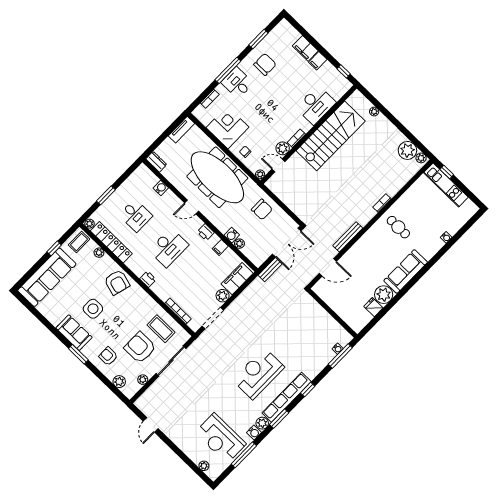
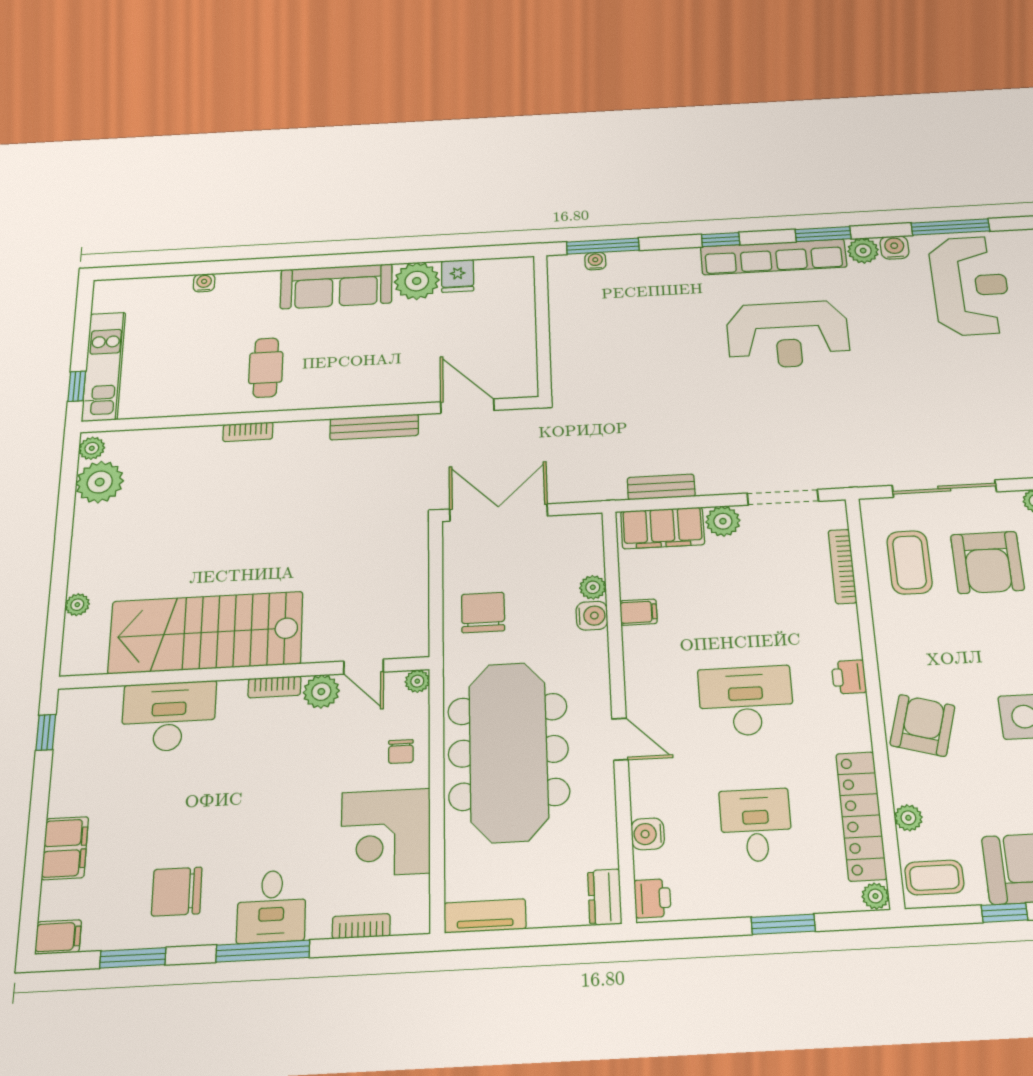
filing cabinet: (318, 61) -> (58, 937), moved
printer: (206, 232) -> (652, 898), moved
bench: (270, 270) -> (661, 487), moved

